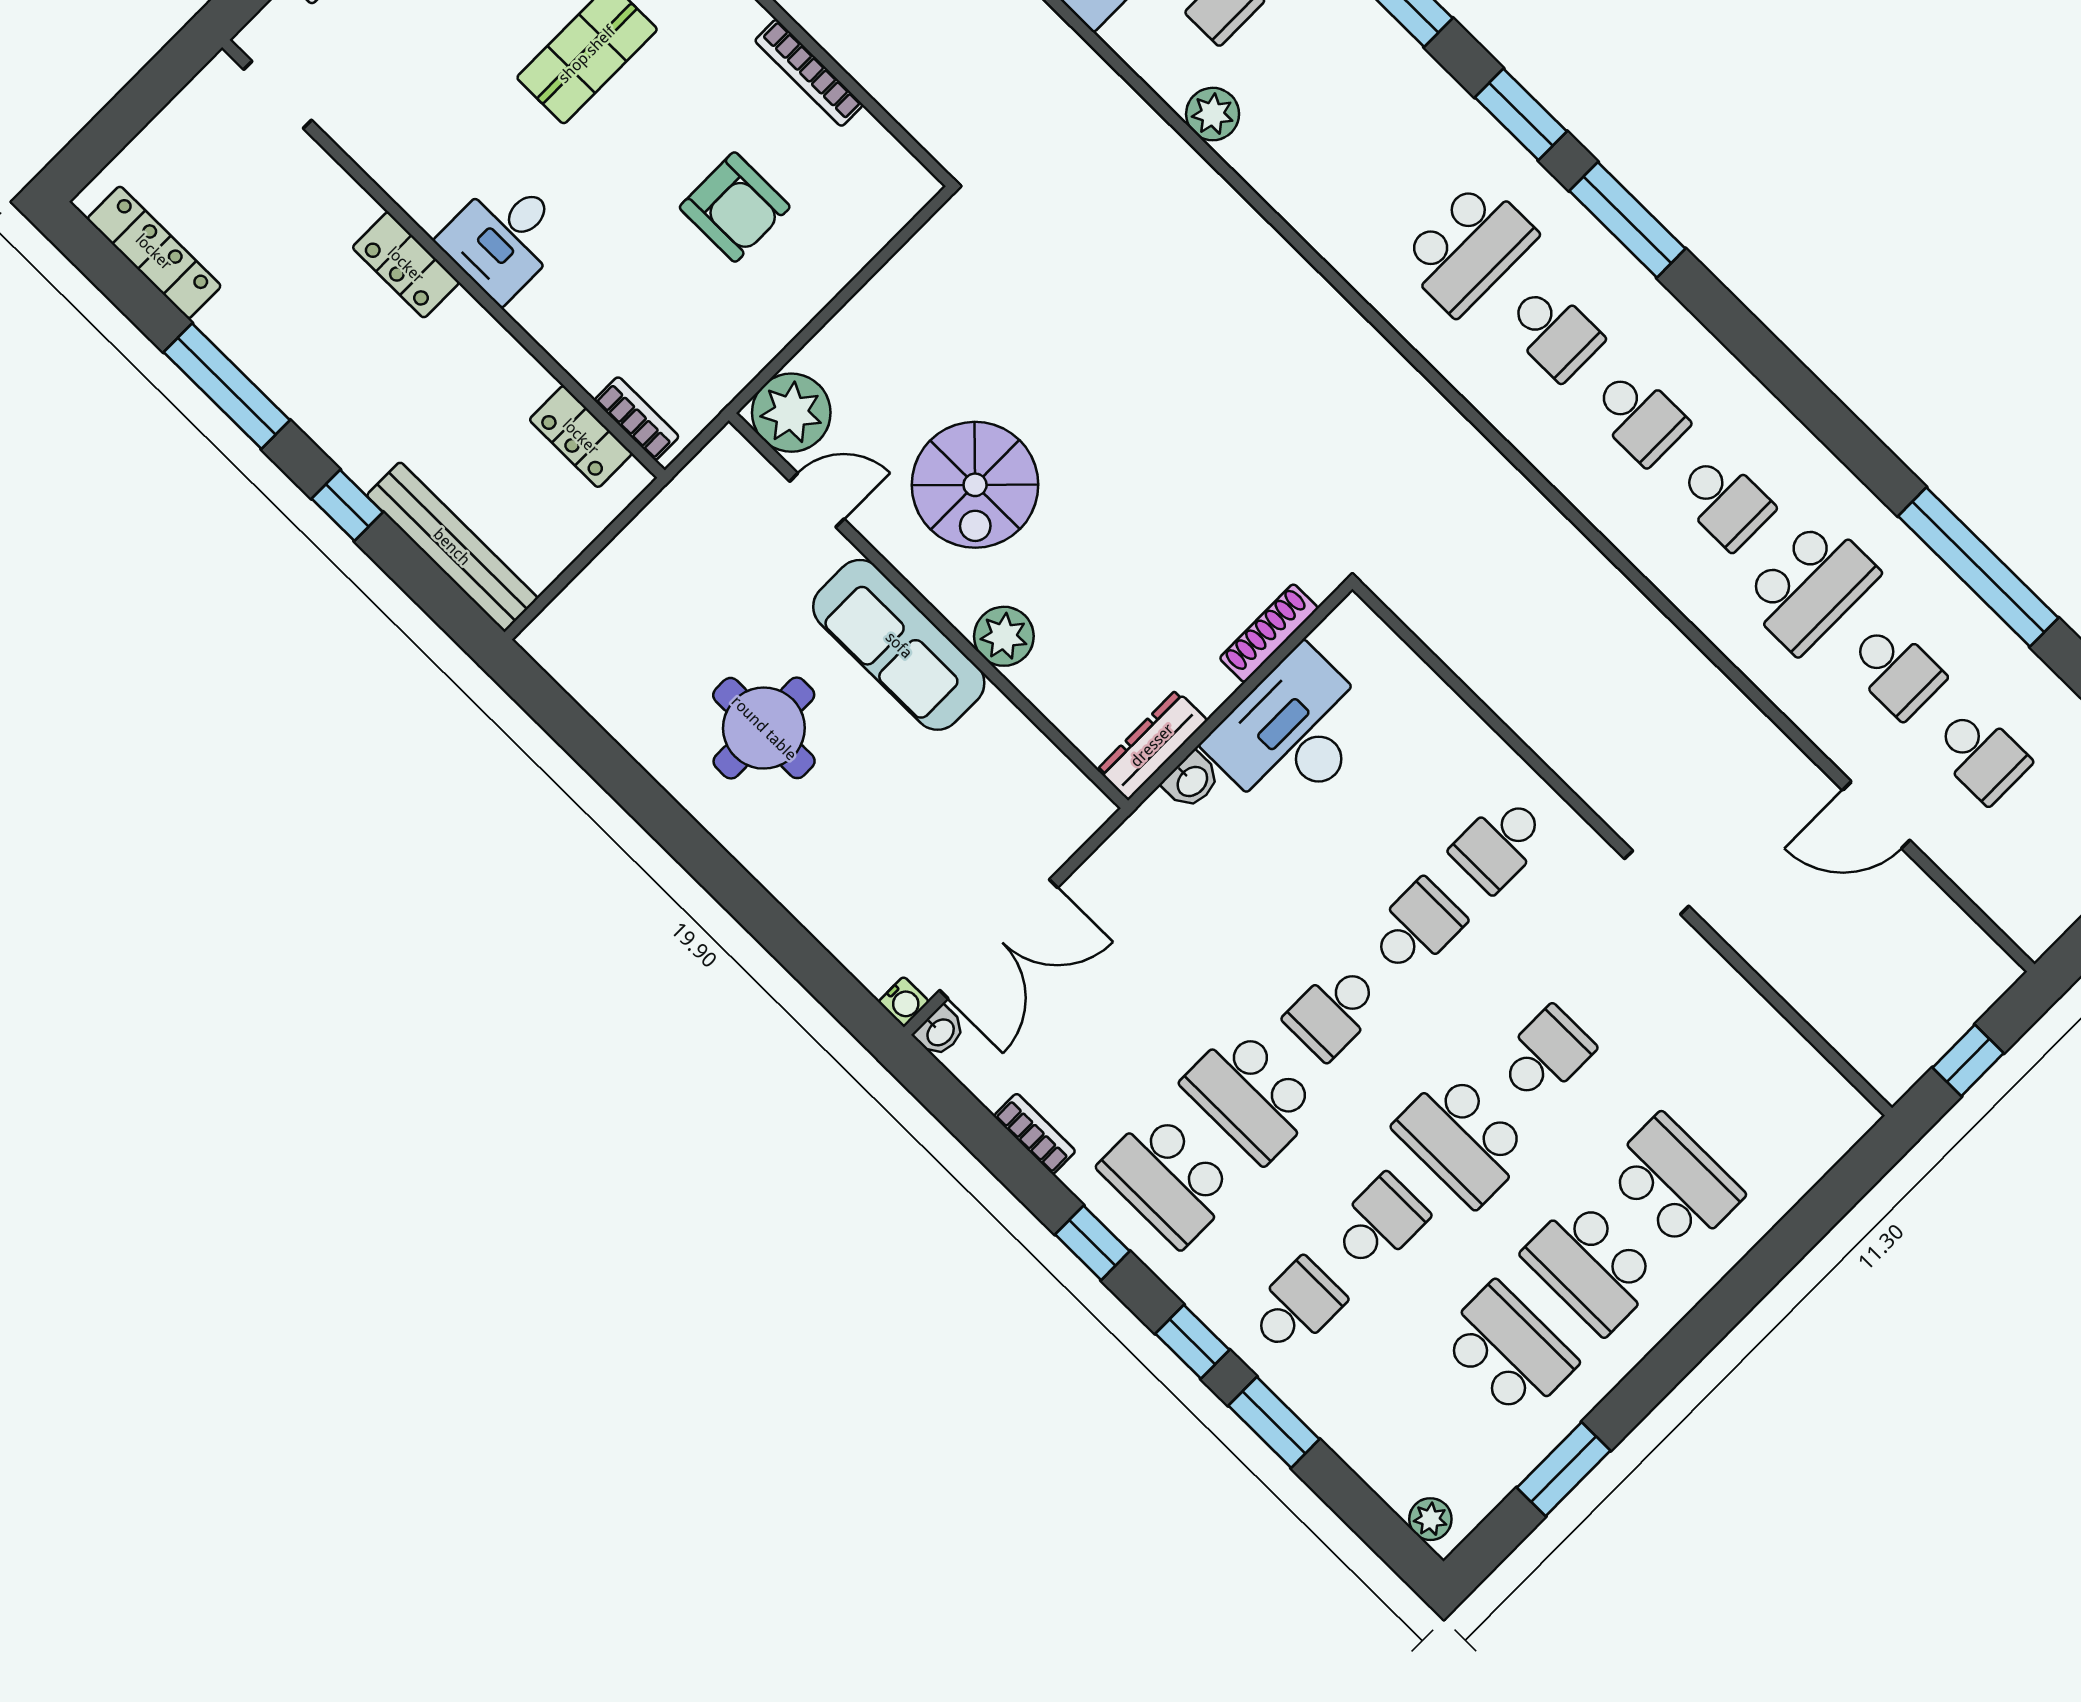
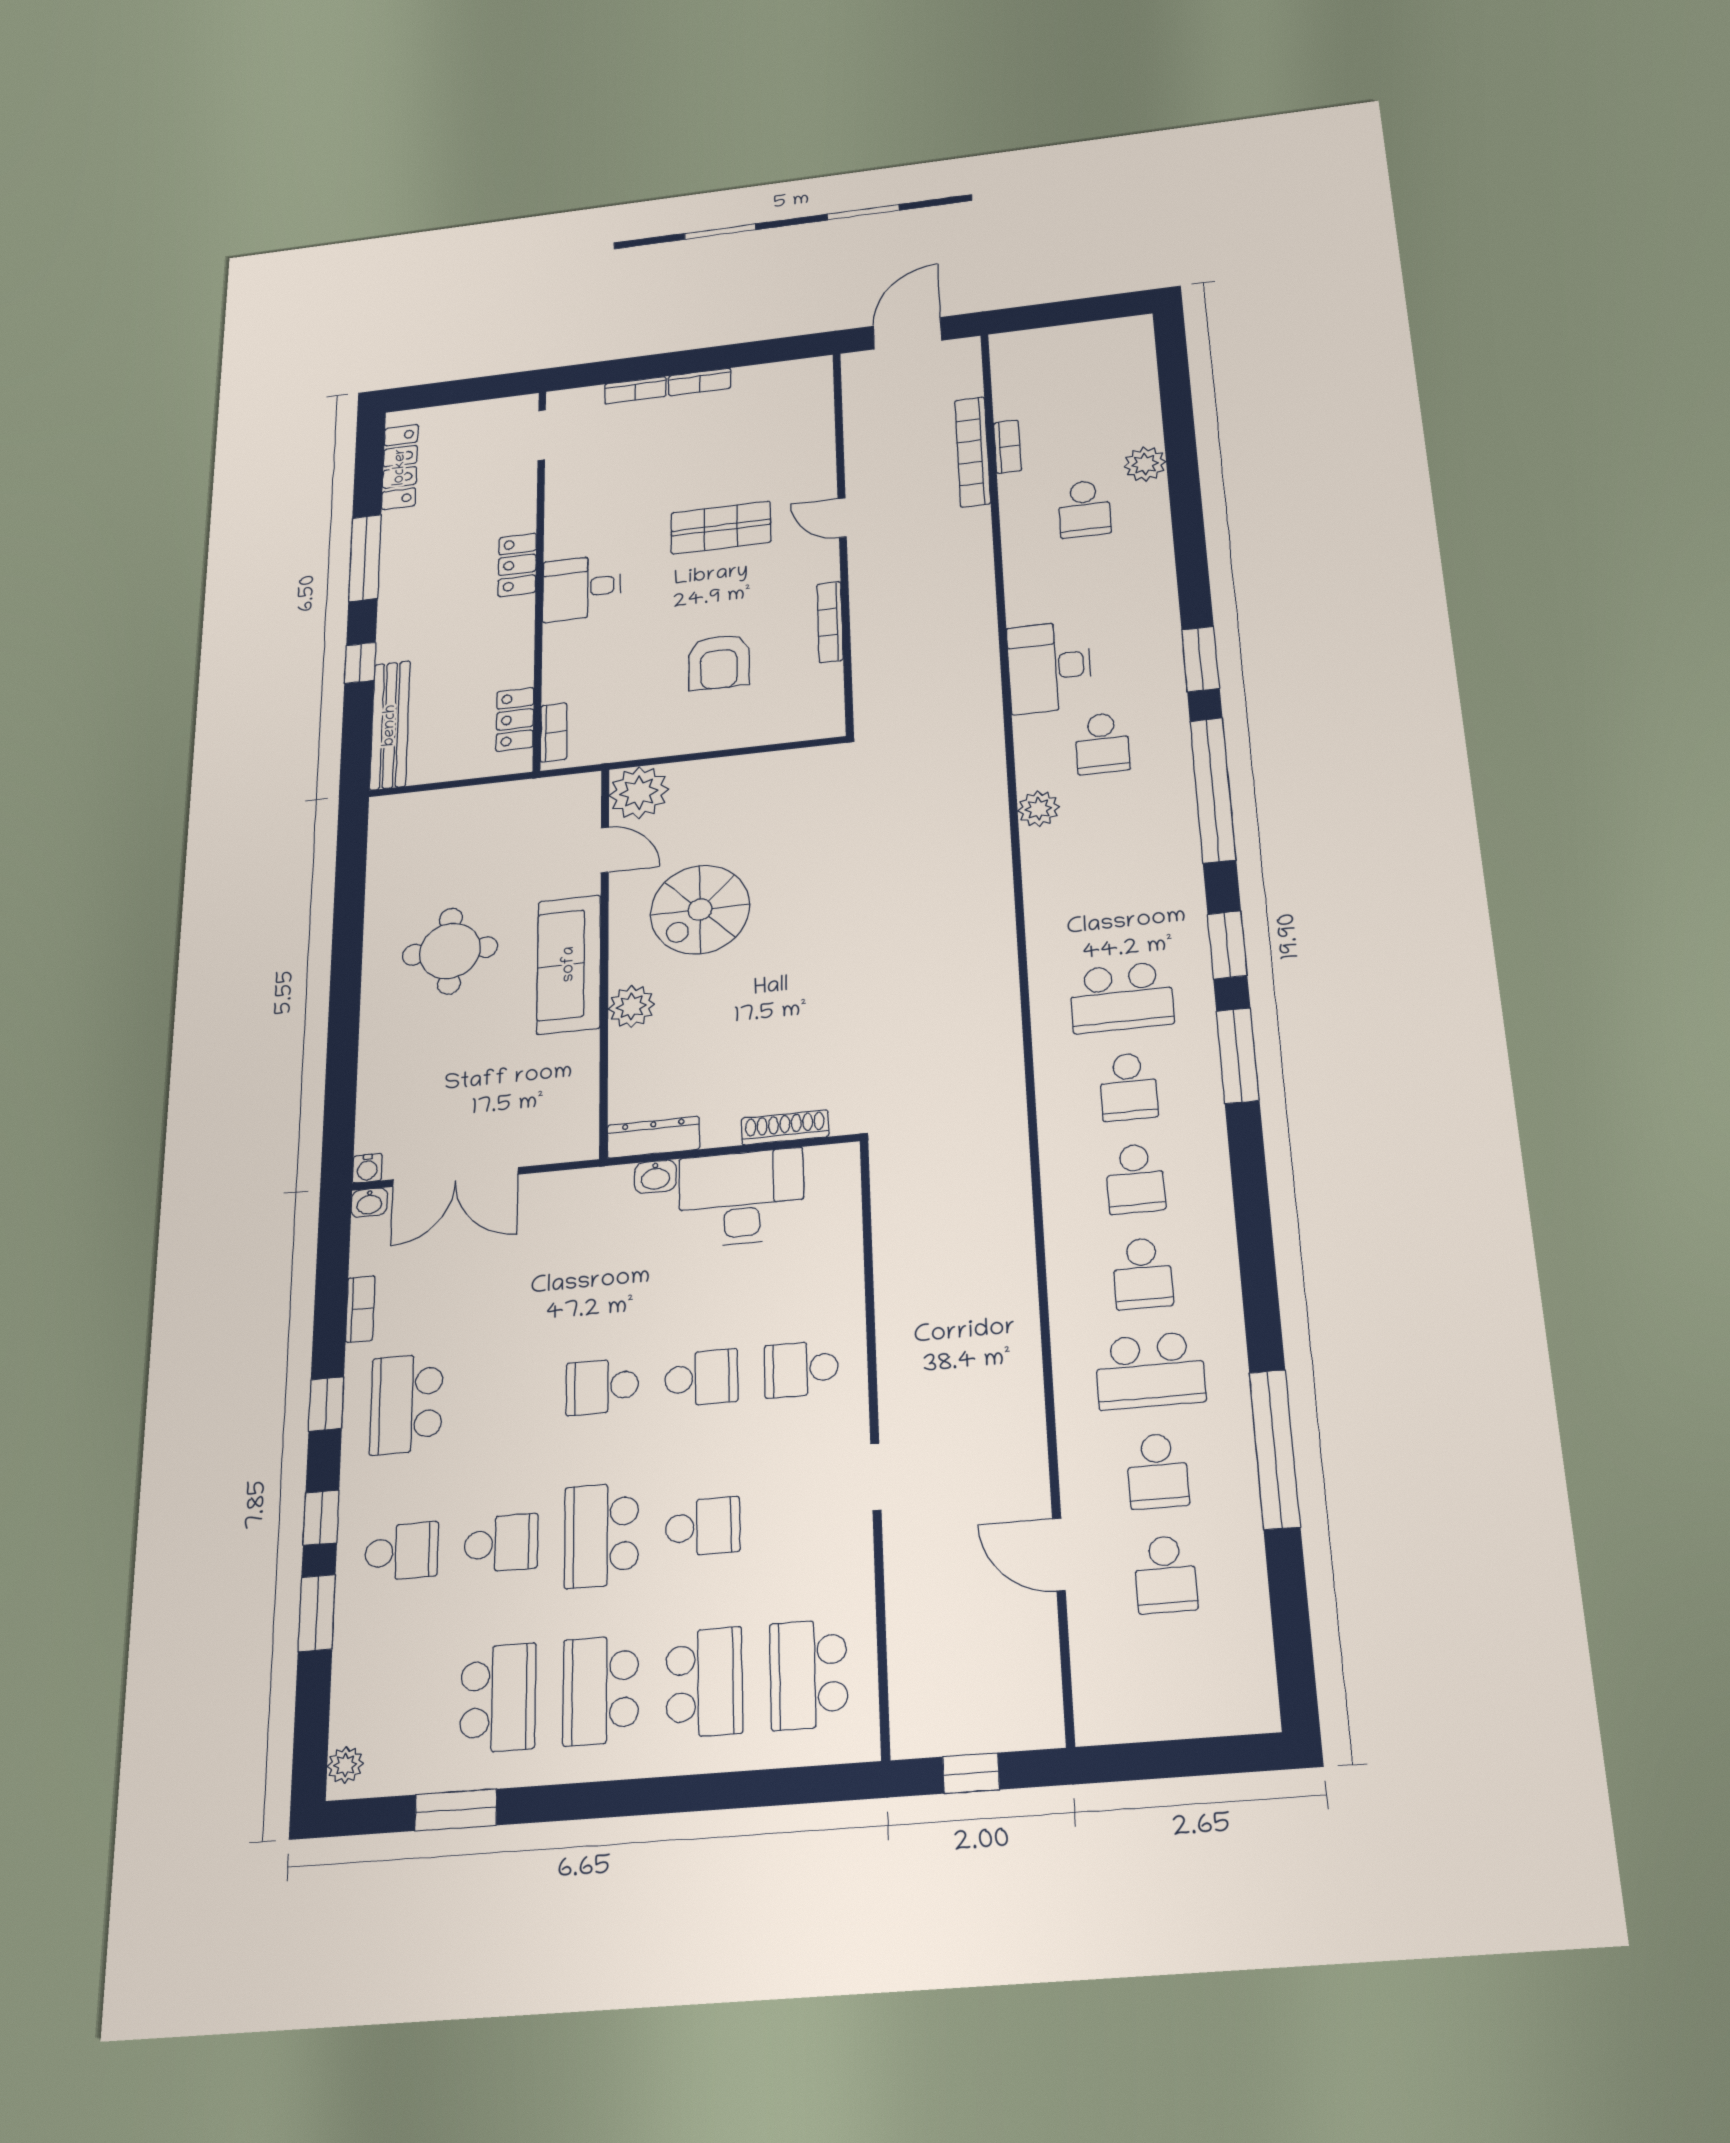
school desk: (1251, 1095) -> (809, 1674), moved

